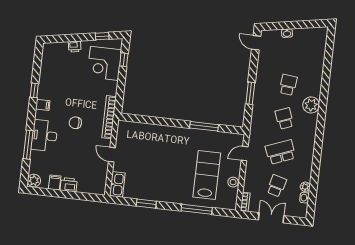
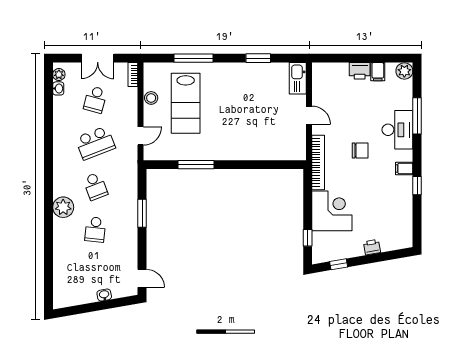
corner desk: (104, 63) -> (332, 211), moved
plant: (305, 187) -> (59, 74), moved

